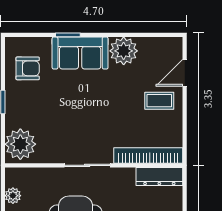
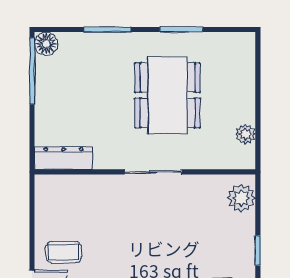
plant: (20, 144) -> (241, 198), width x0.73, depth x0.73
bookcase: (148, 156) -> (77, 184), removed

